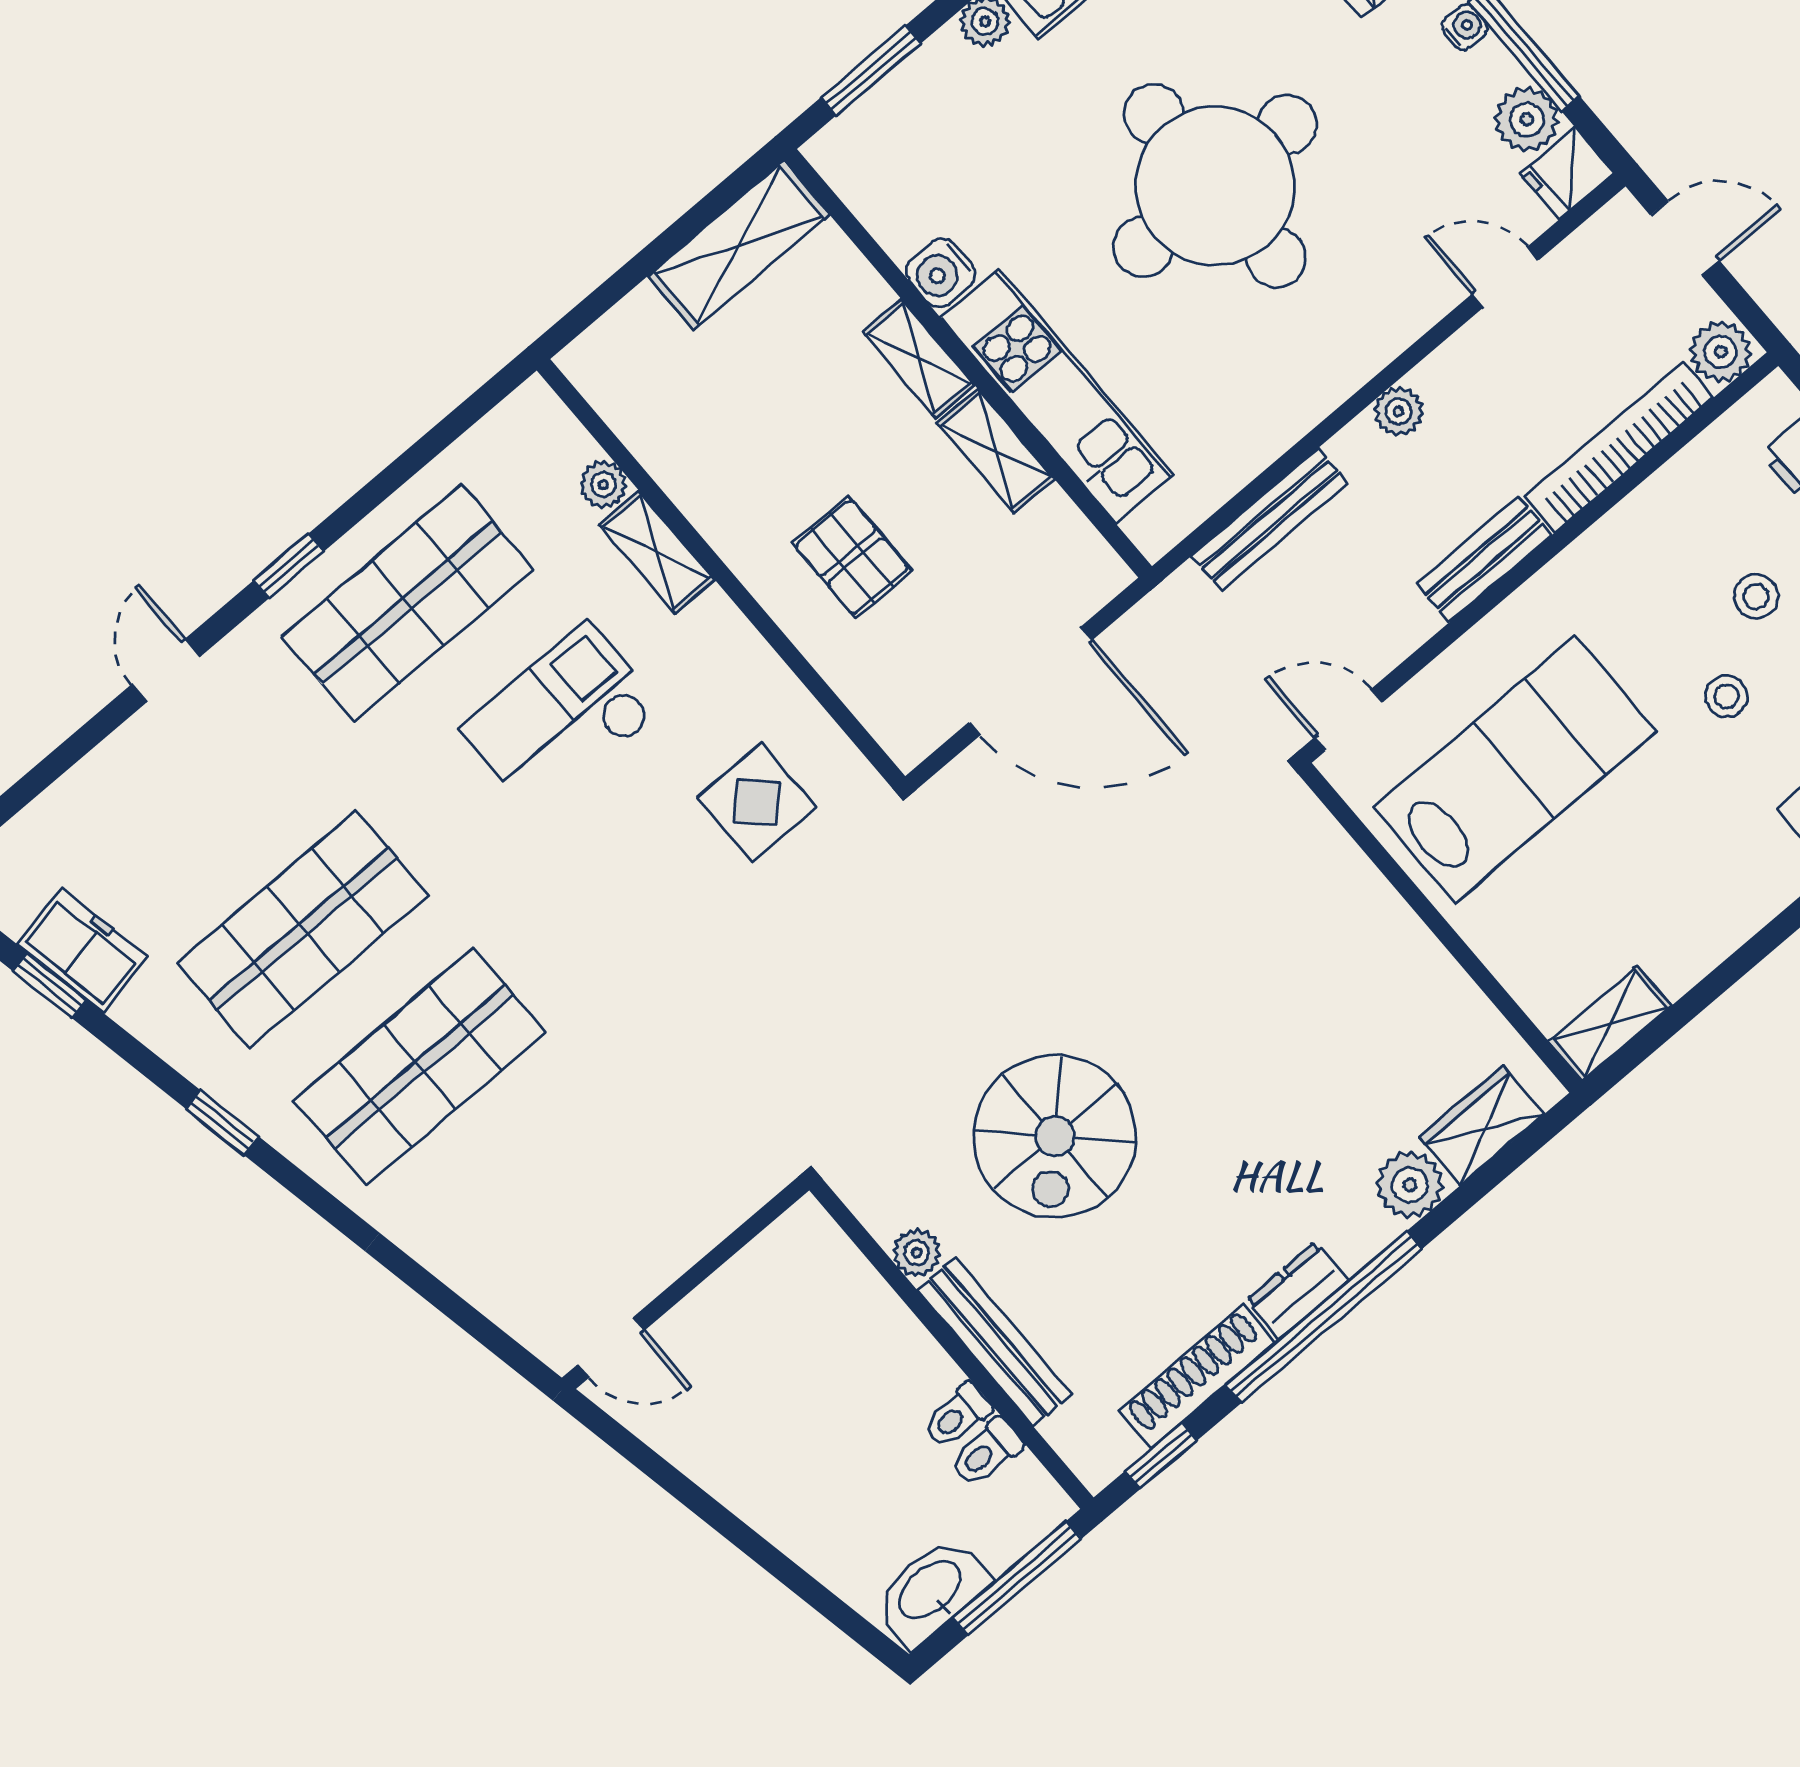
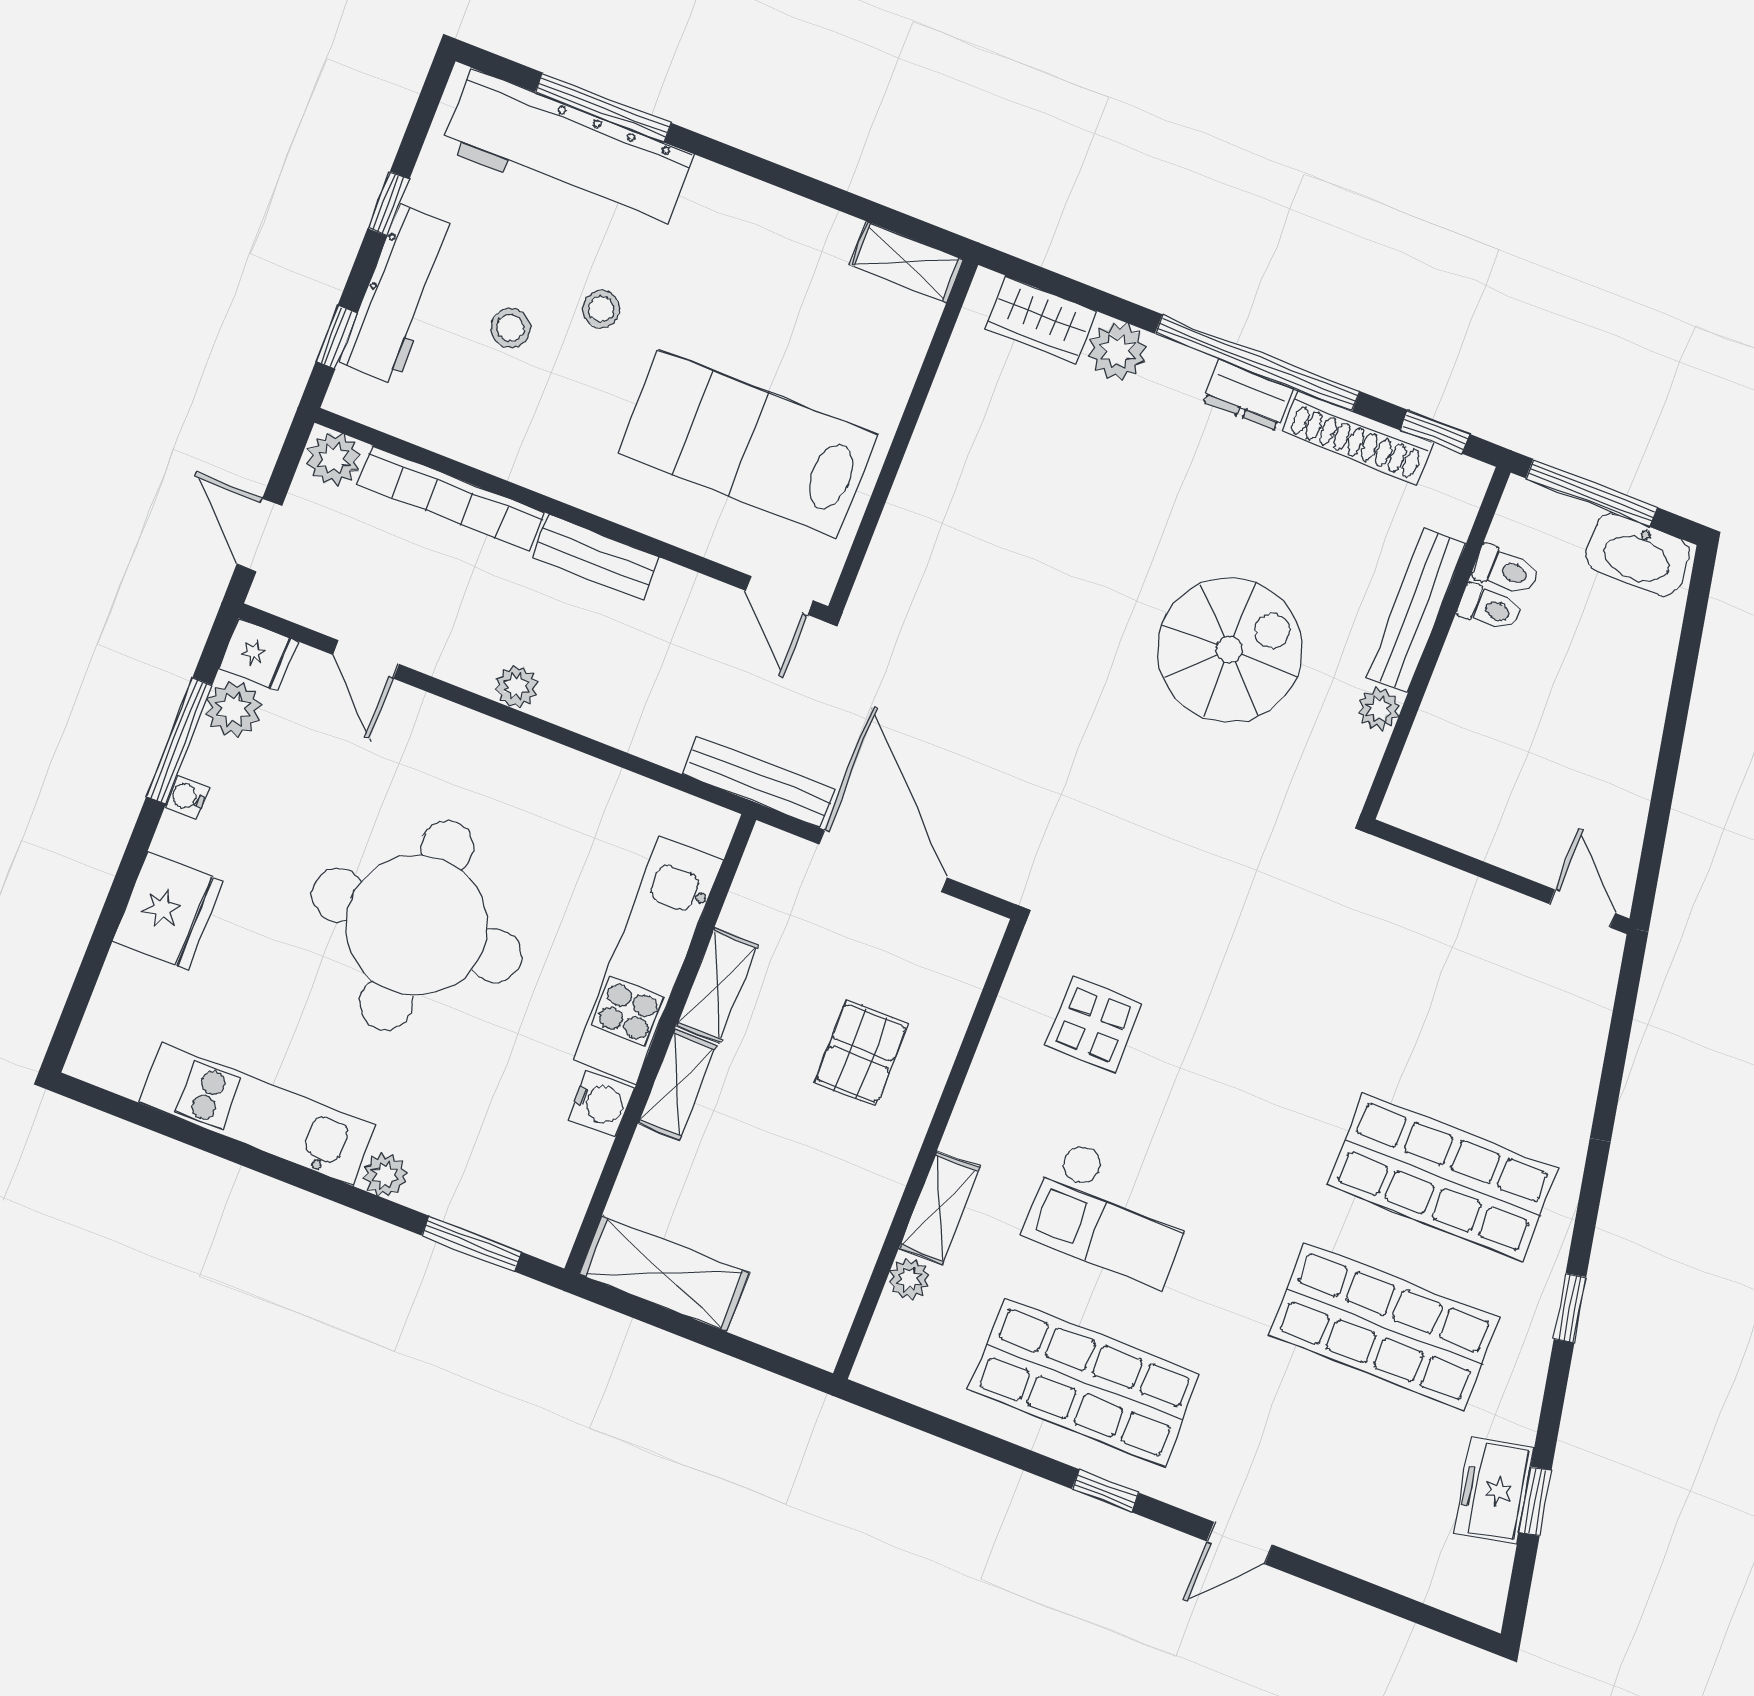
bench: (1270, 520) -> (759, 782), moved

